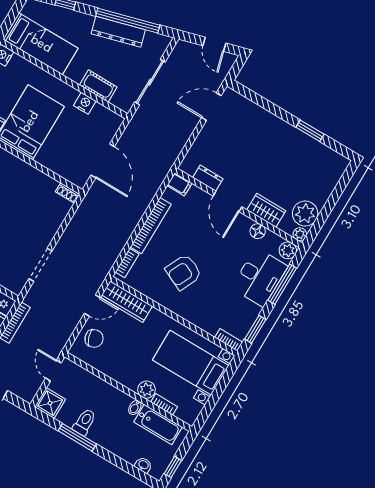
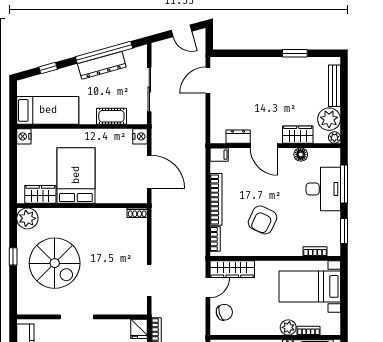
nightstand: (85, 103) -> (140, 136), moved, turned 90
bench: (329, 185) -> (335, 86), added
plant: (288, 250) -> (333, 155), removed
bookcase: (229, 340) -> (315, 251), moved

